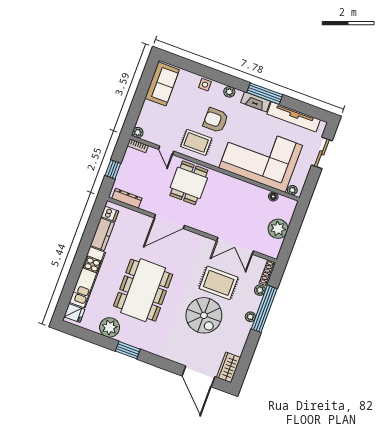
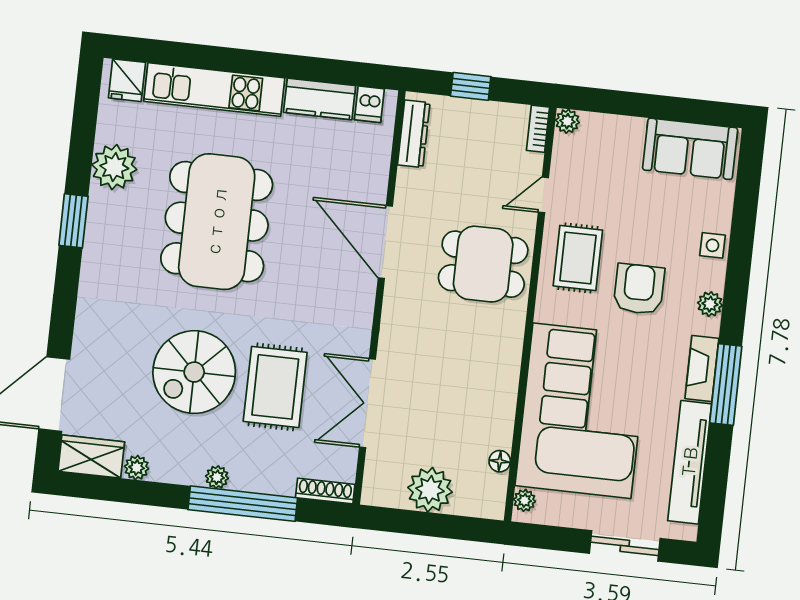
dining table: (143, 290) -> (217, 222), turned 90
plant: (260, 290) -> (137, 468), moved

